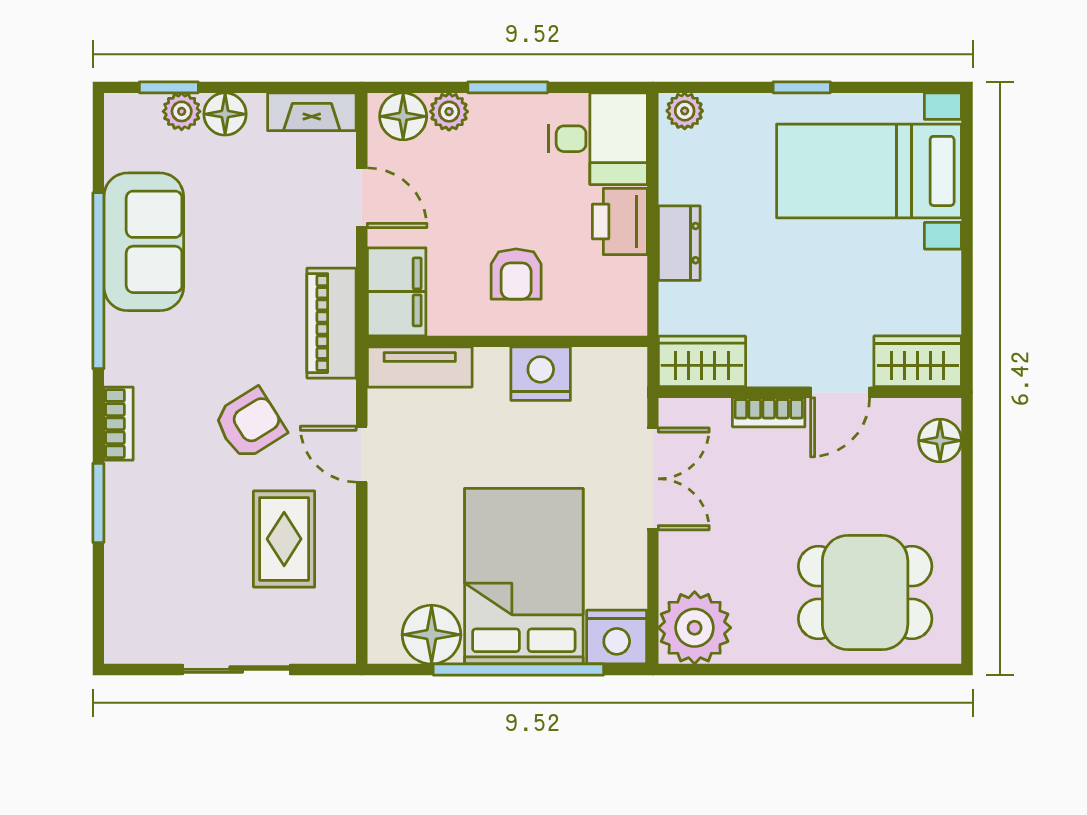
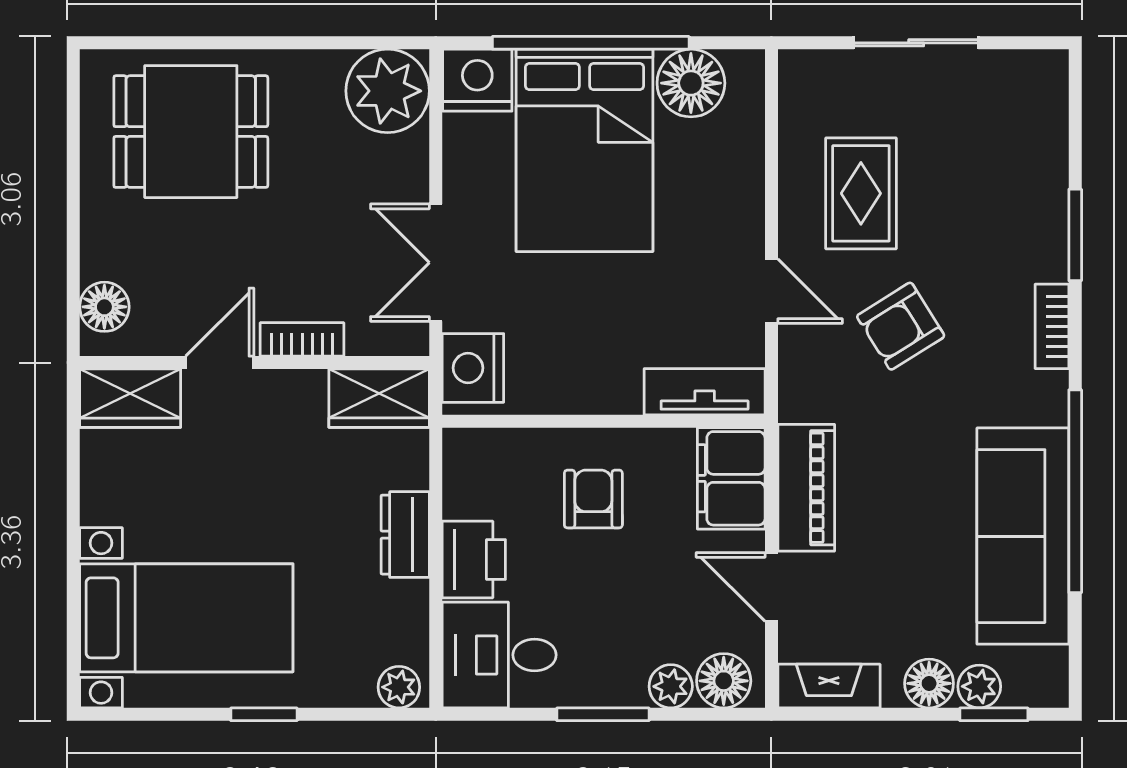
sofa: (144, 242) -> (1023, 536), width x1.36
piano: (332, 323) -> (806, 488), moved
nightstand: (541, 374) -> (473, 368), moved, turned 90

